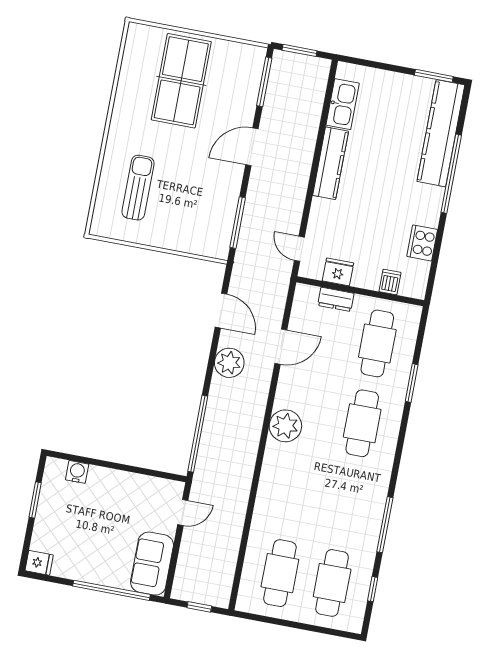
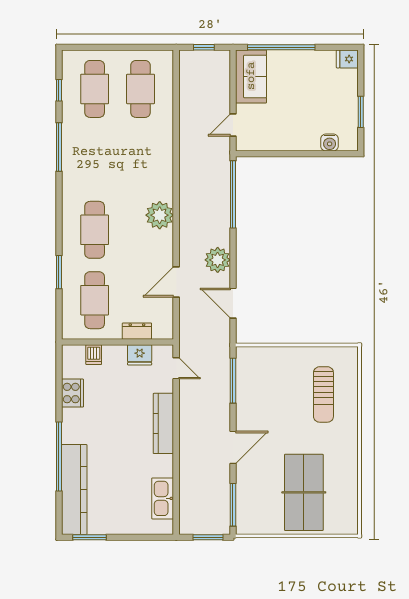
kitchen counter: (331, 163) -> (163, 423), moved

